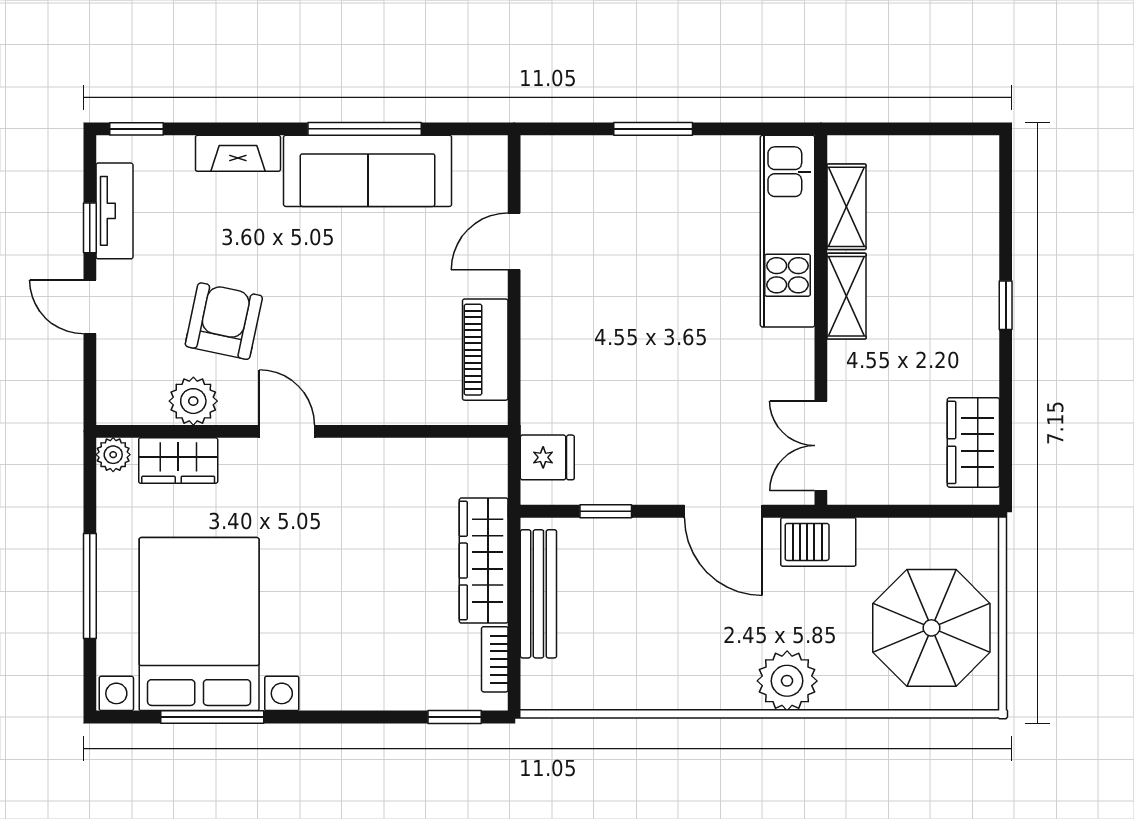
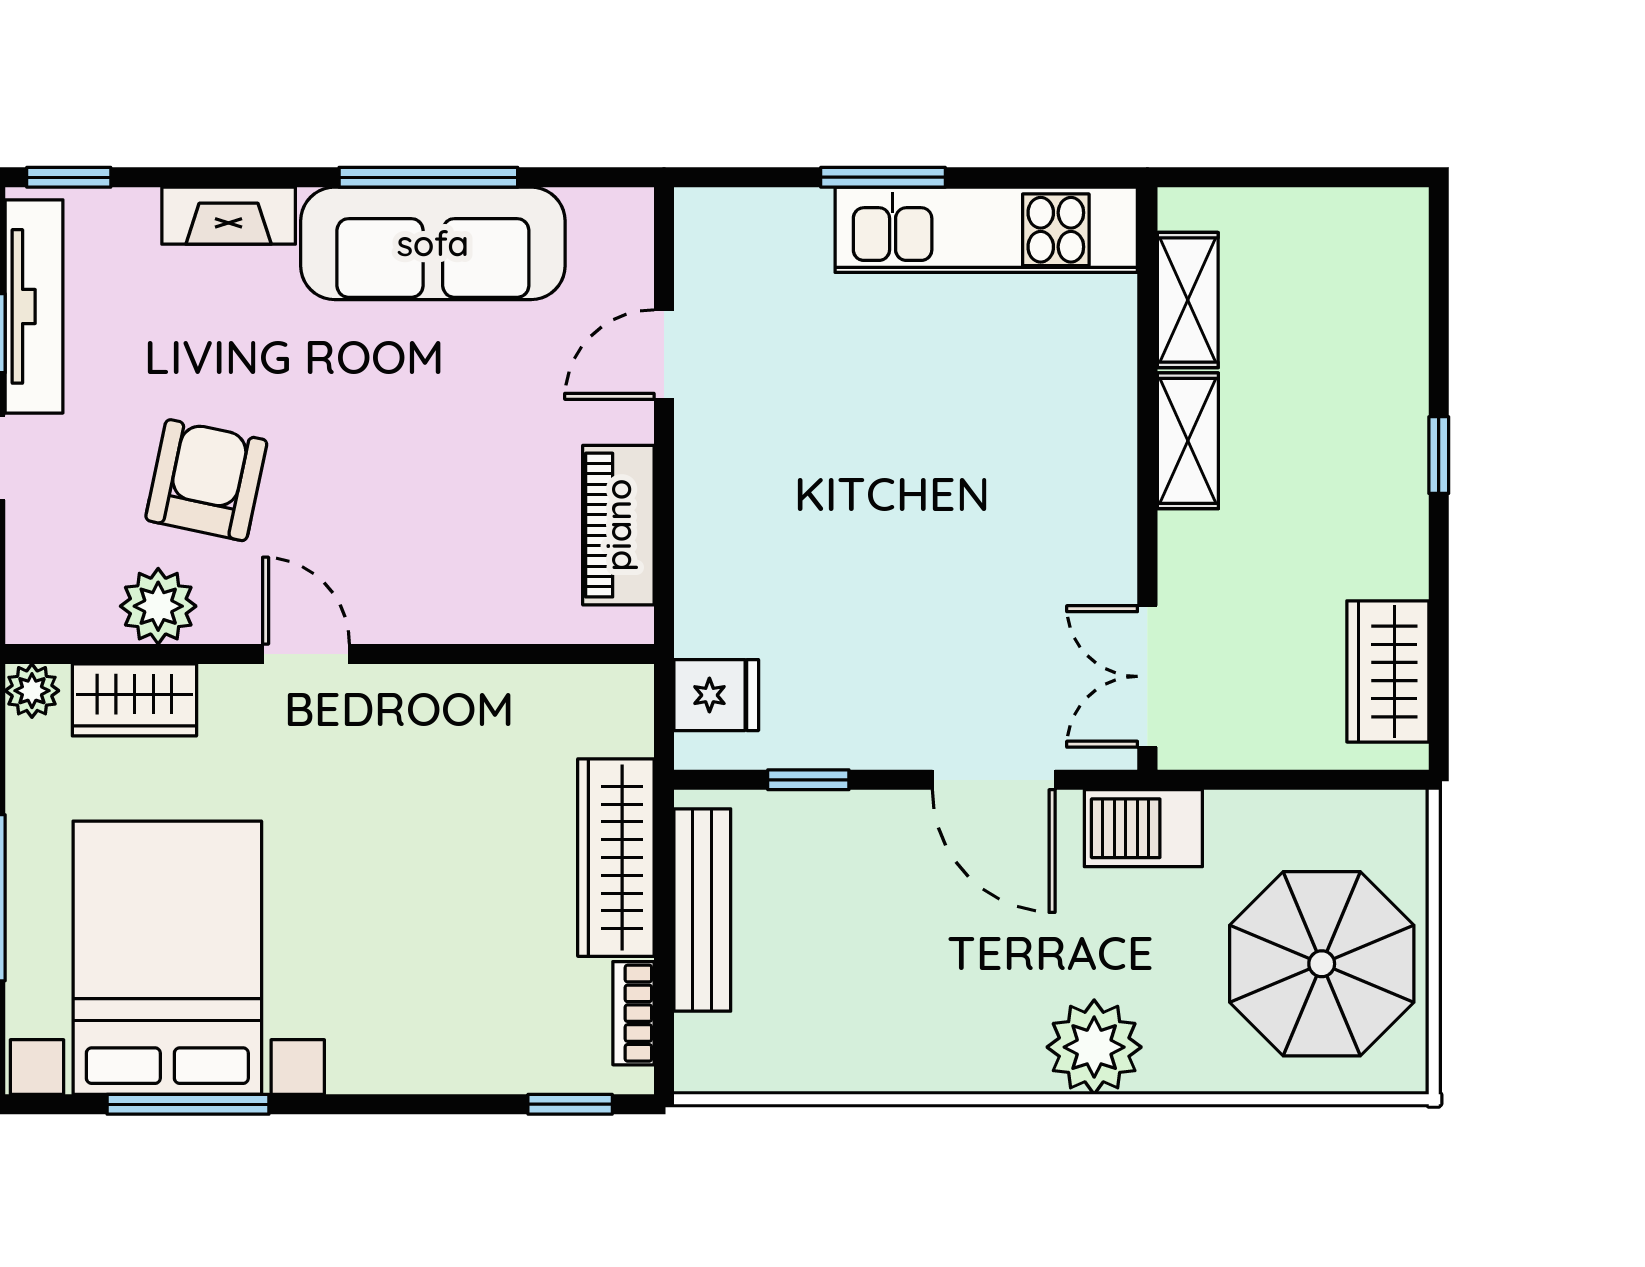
tv unit: (115, 211) -> (34, 306), width x1.41
kitchen unit: (788, 231) -> (986, 230), moved, turned -90

